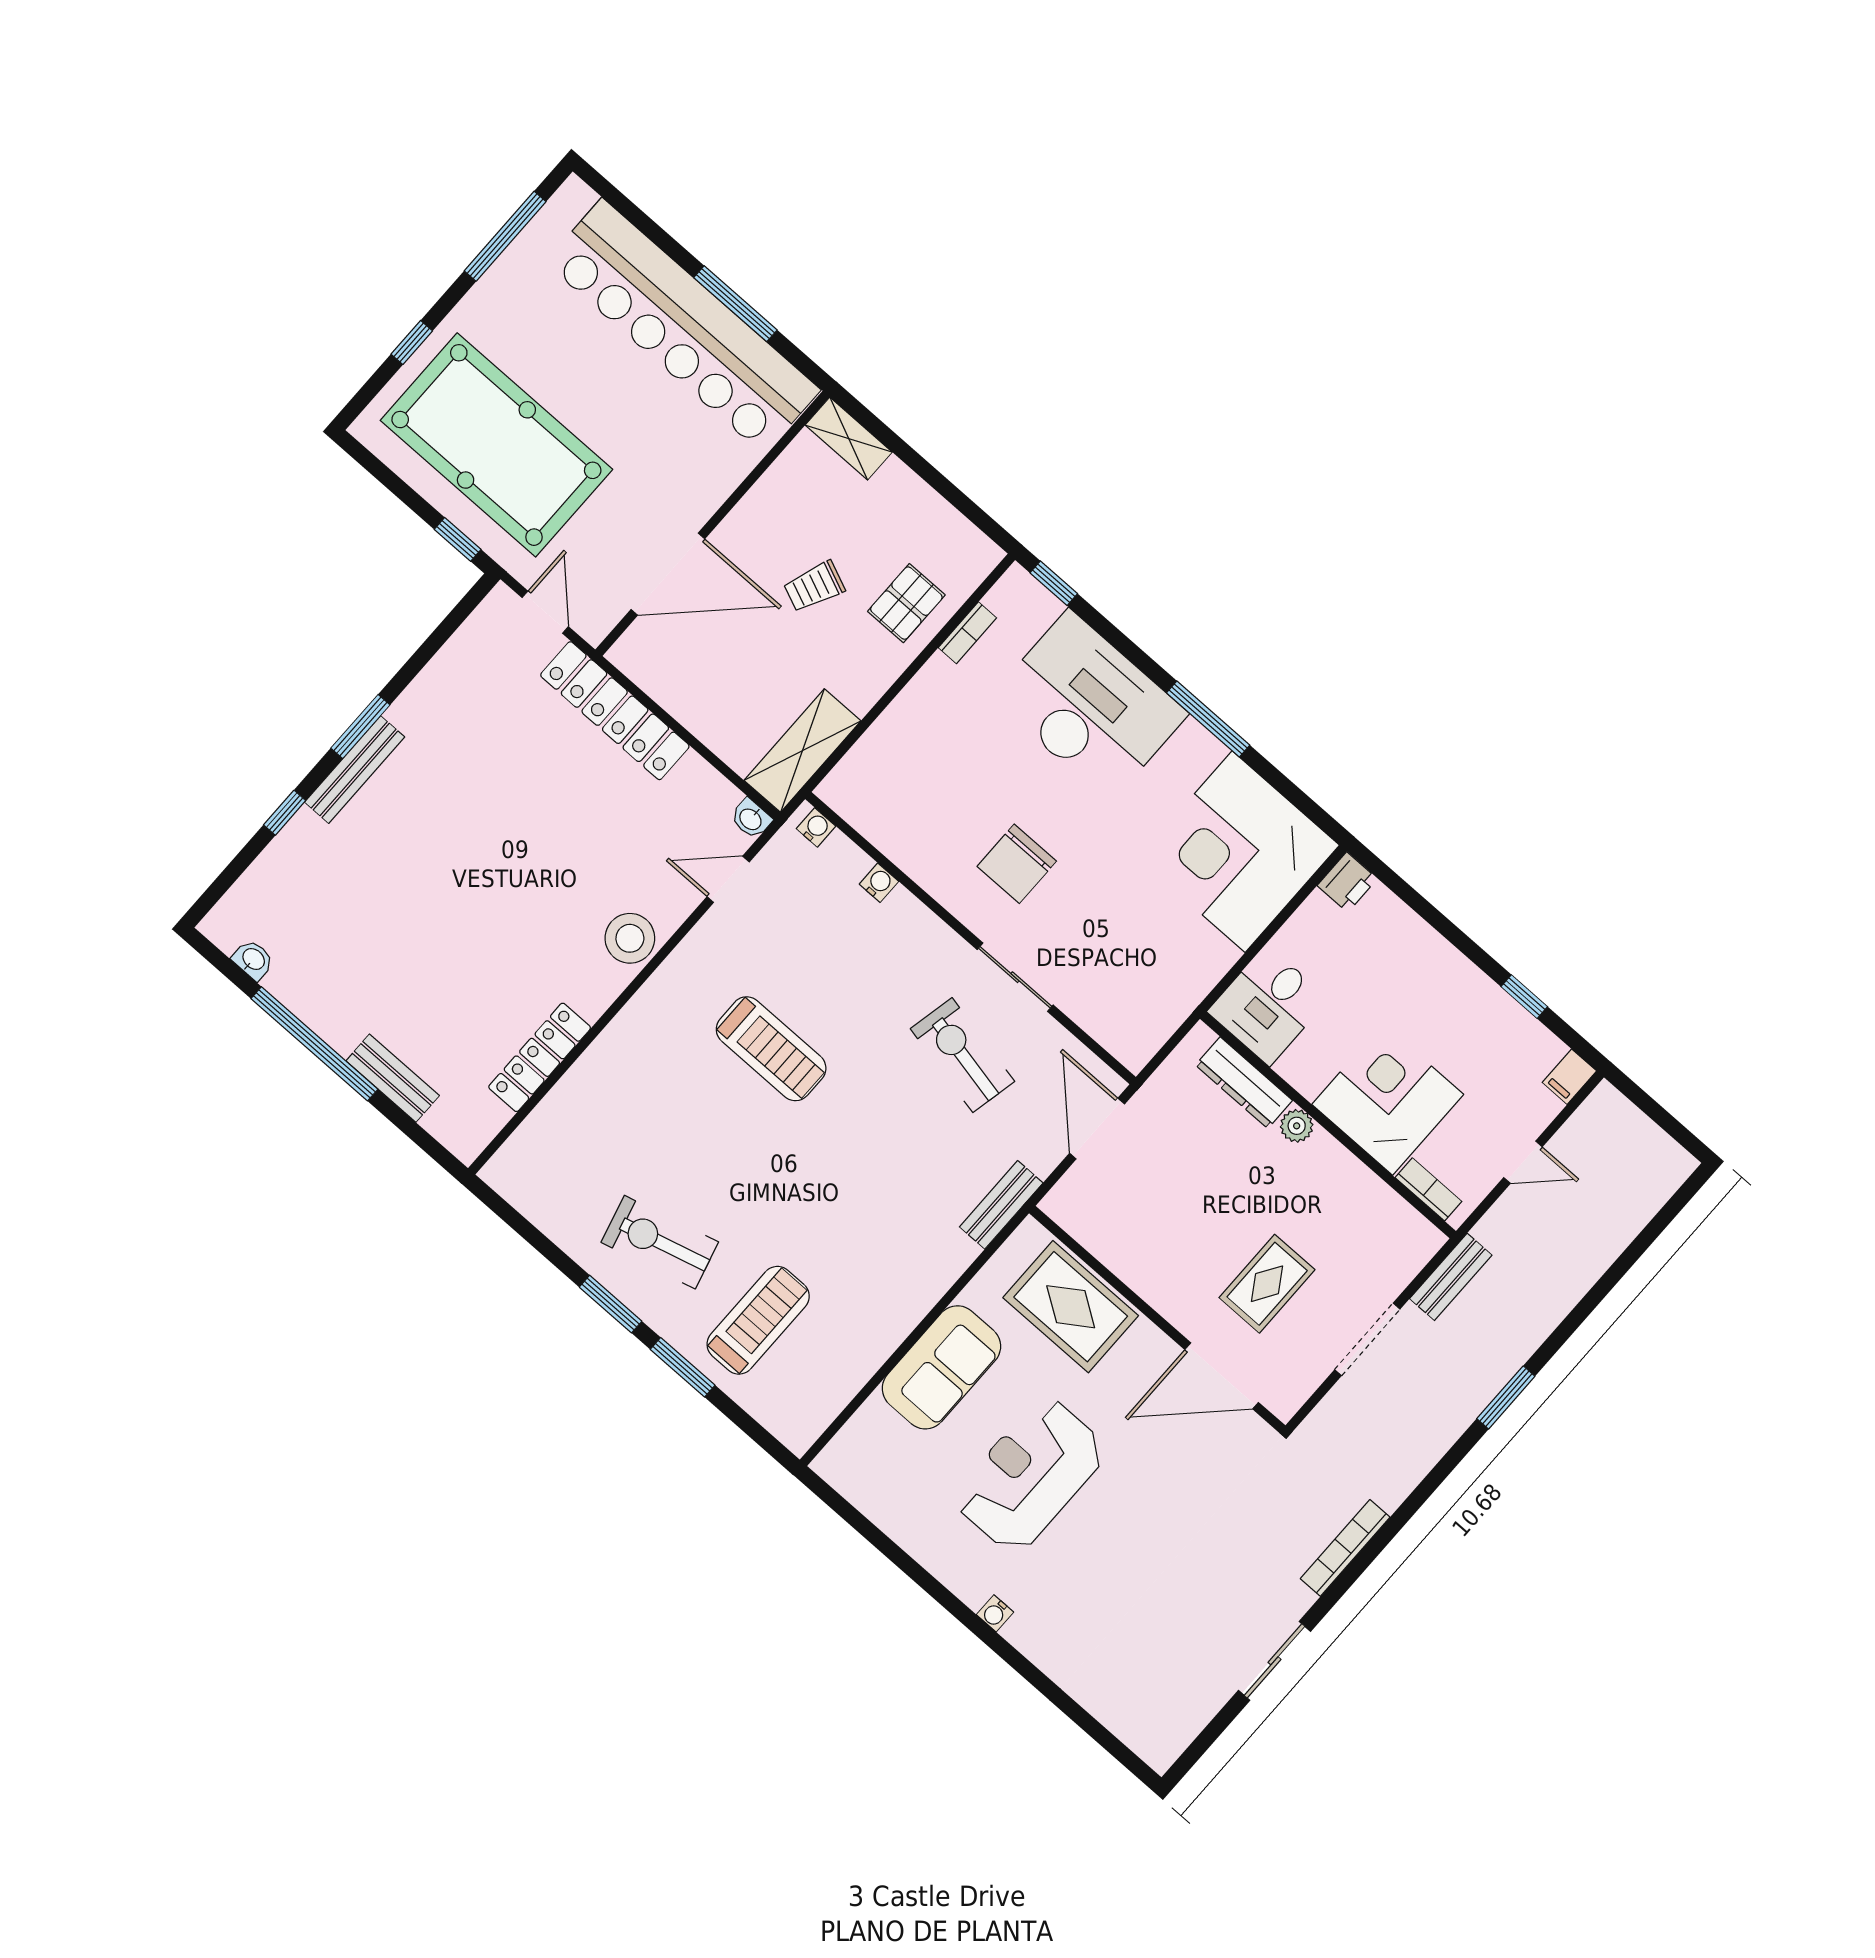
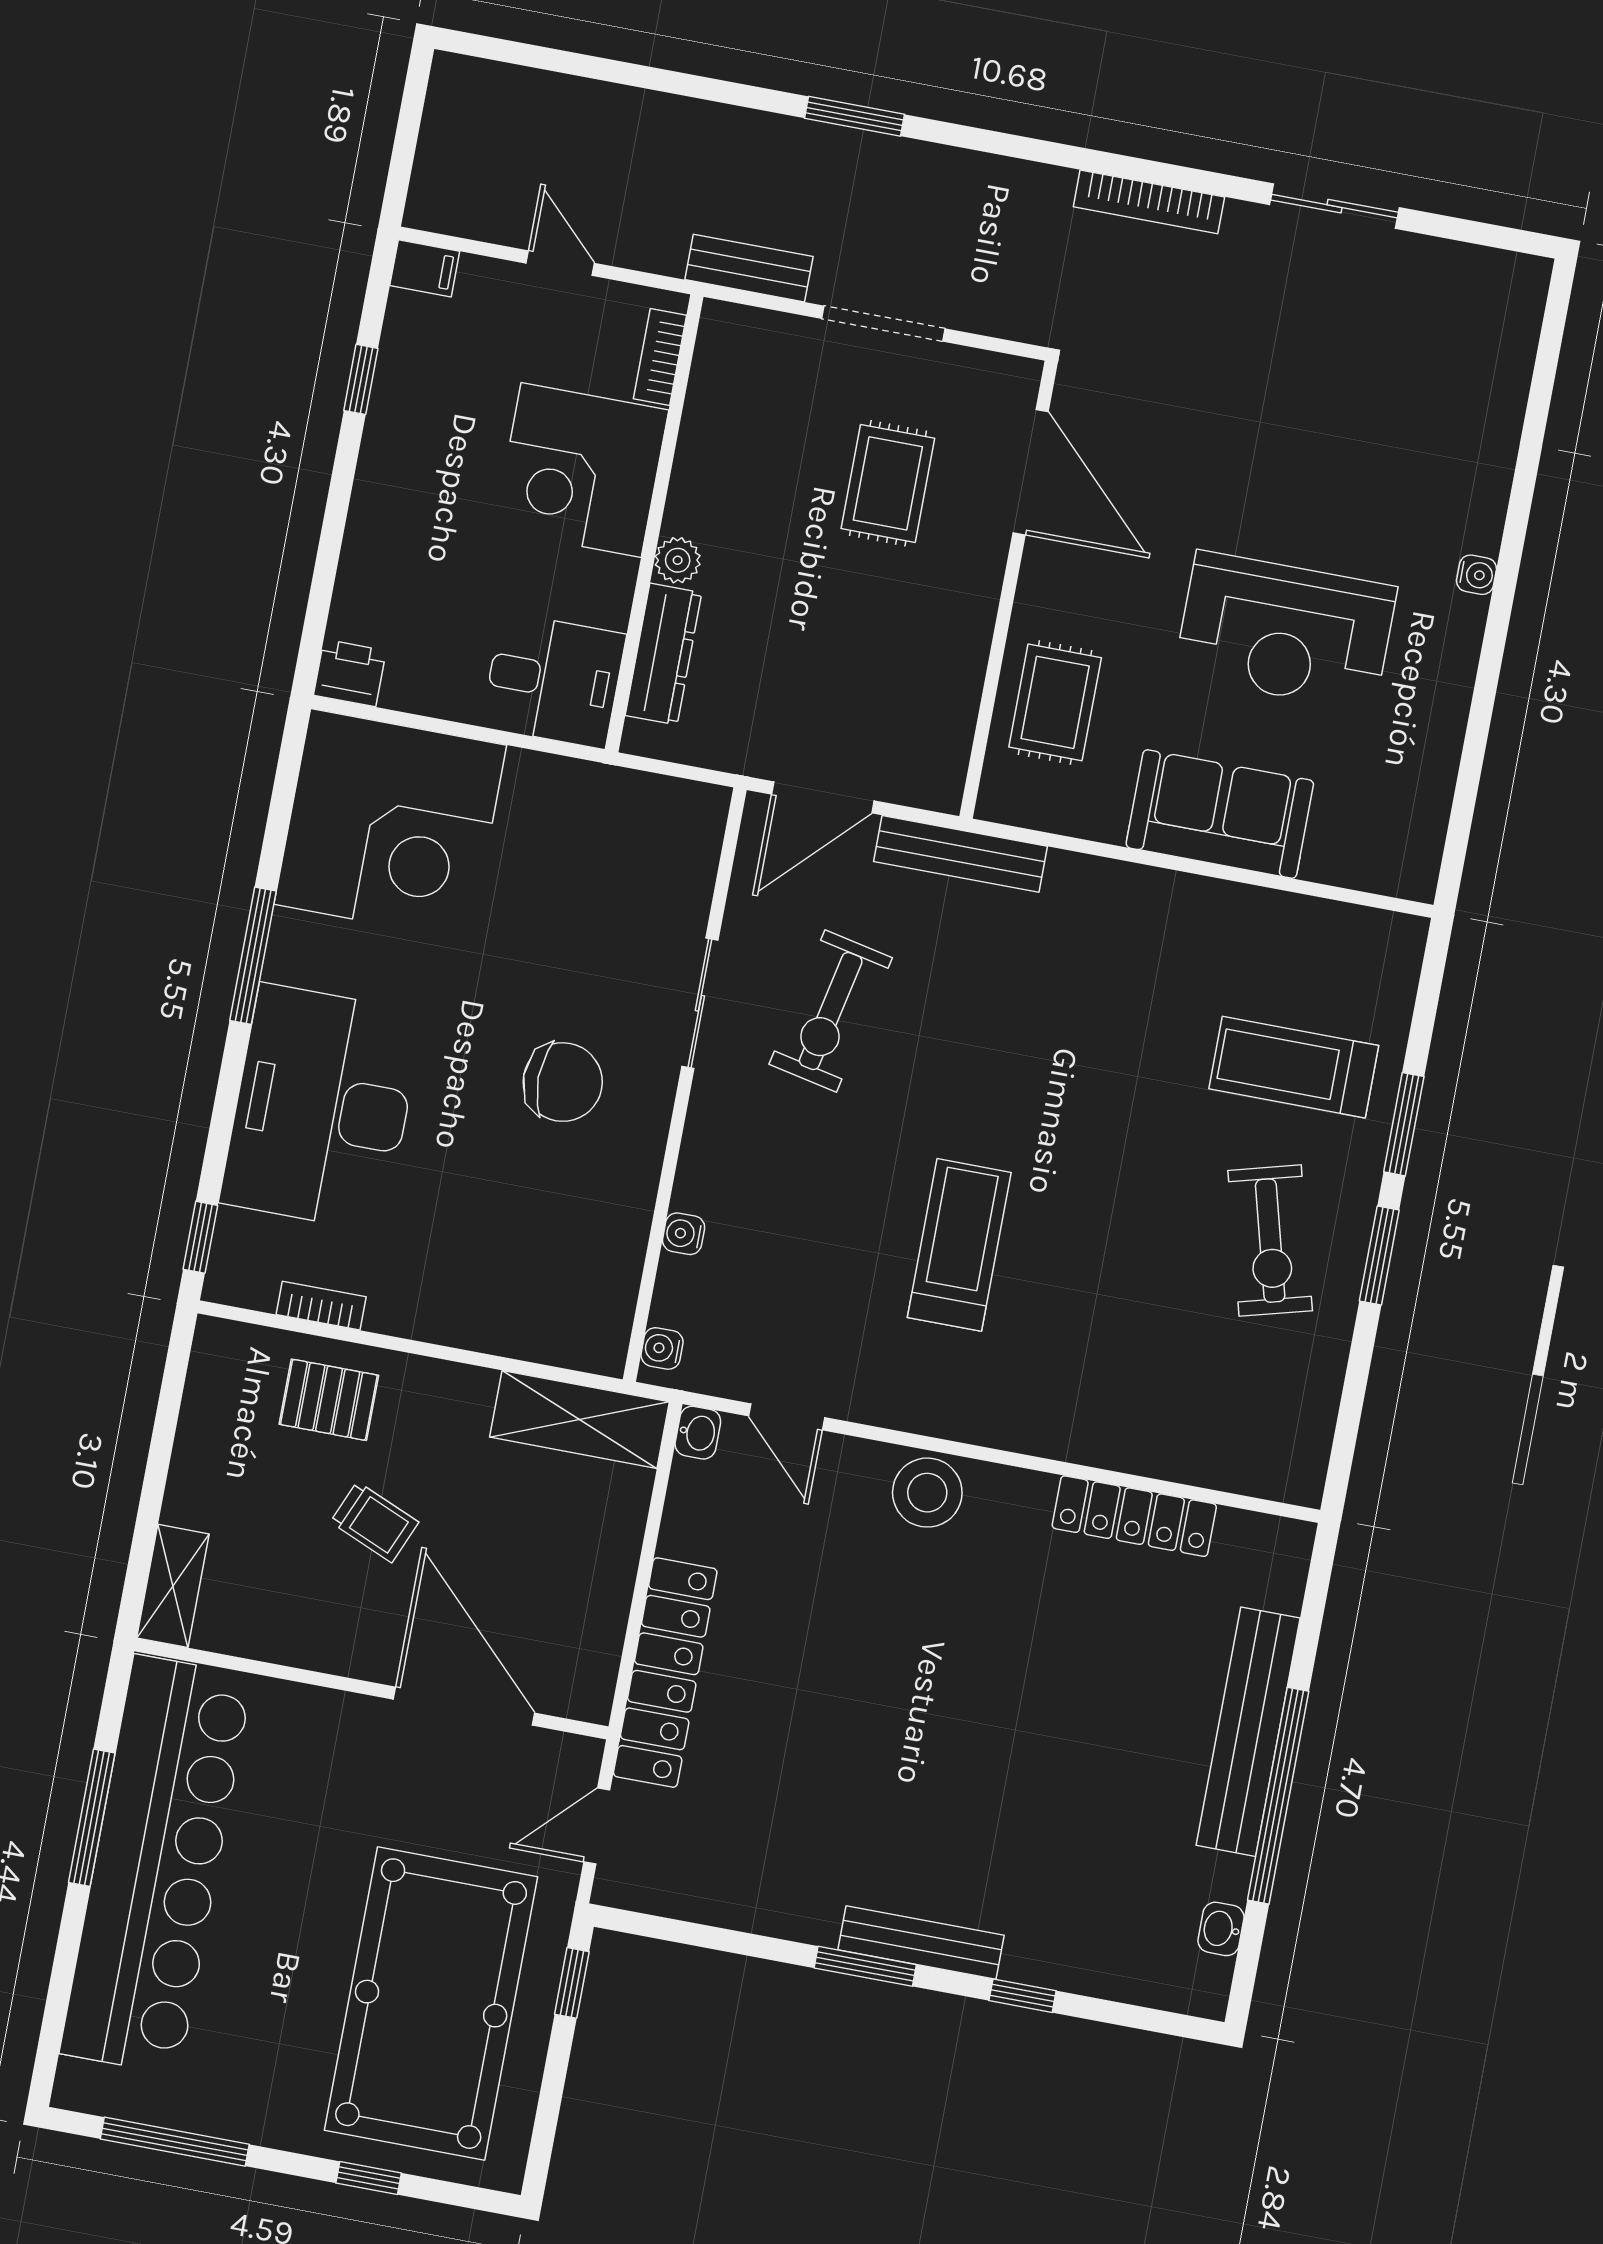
bench: (393, 1078) -> (1248, 1732), width x1.86, depth x1.21
bench: (1001, 1205) -> (960, 854), width x1.36
rug: (1267, 1284) -> (888, 483), turned 90
rug: (1071, 1307) -> (1055, 702), width x0.73, depth x0.70

